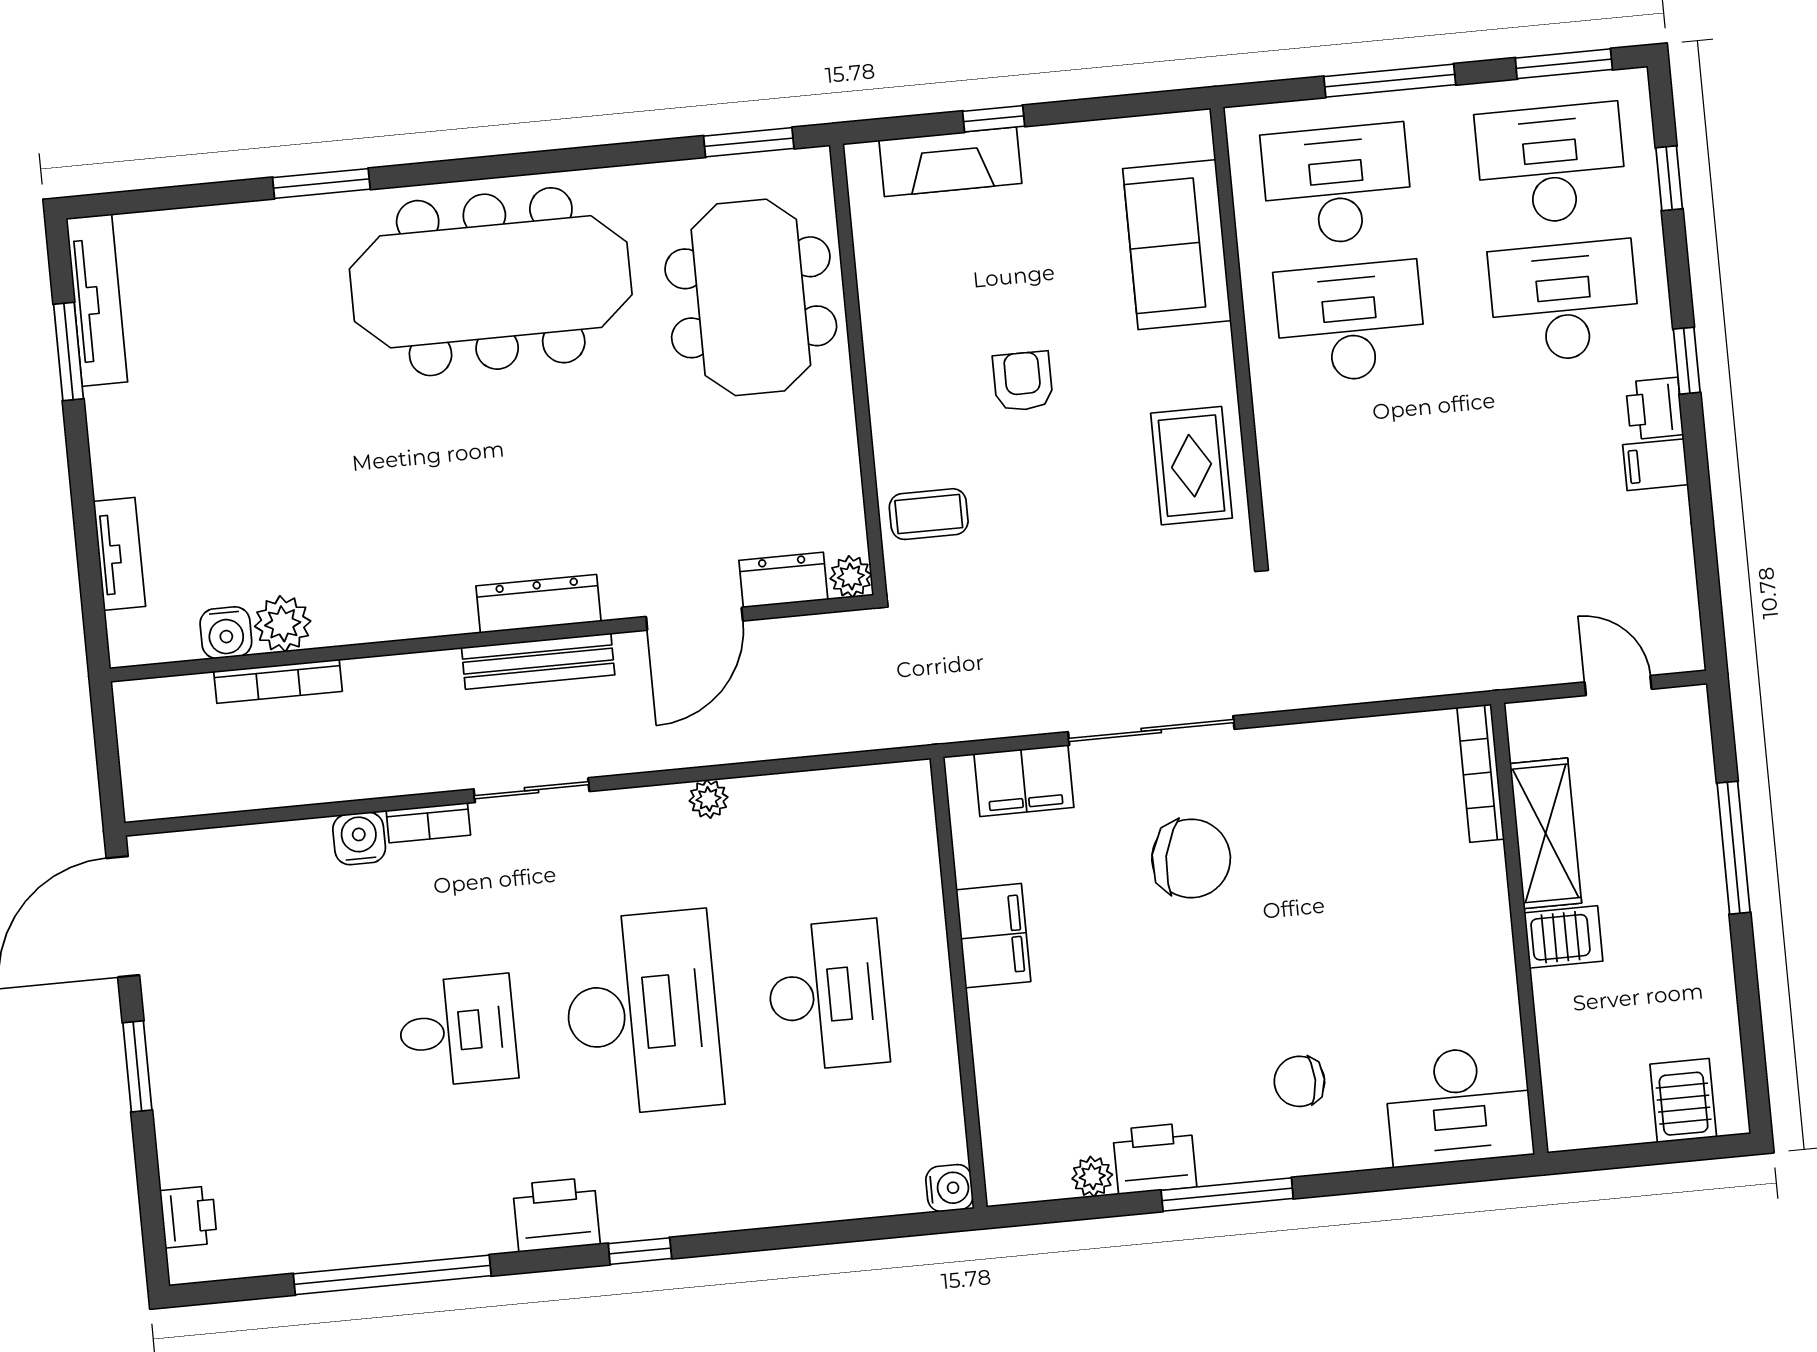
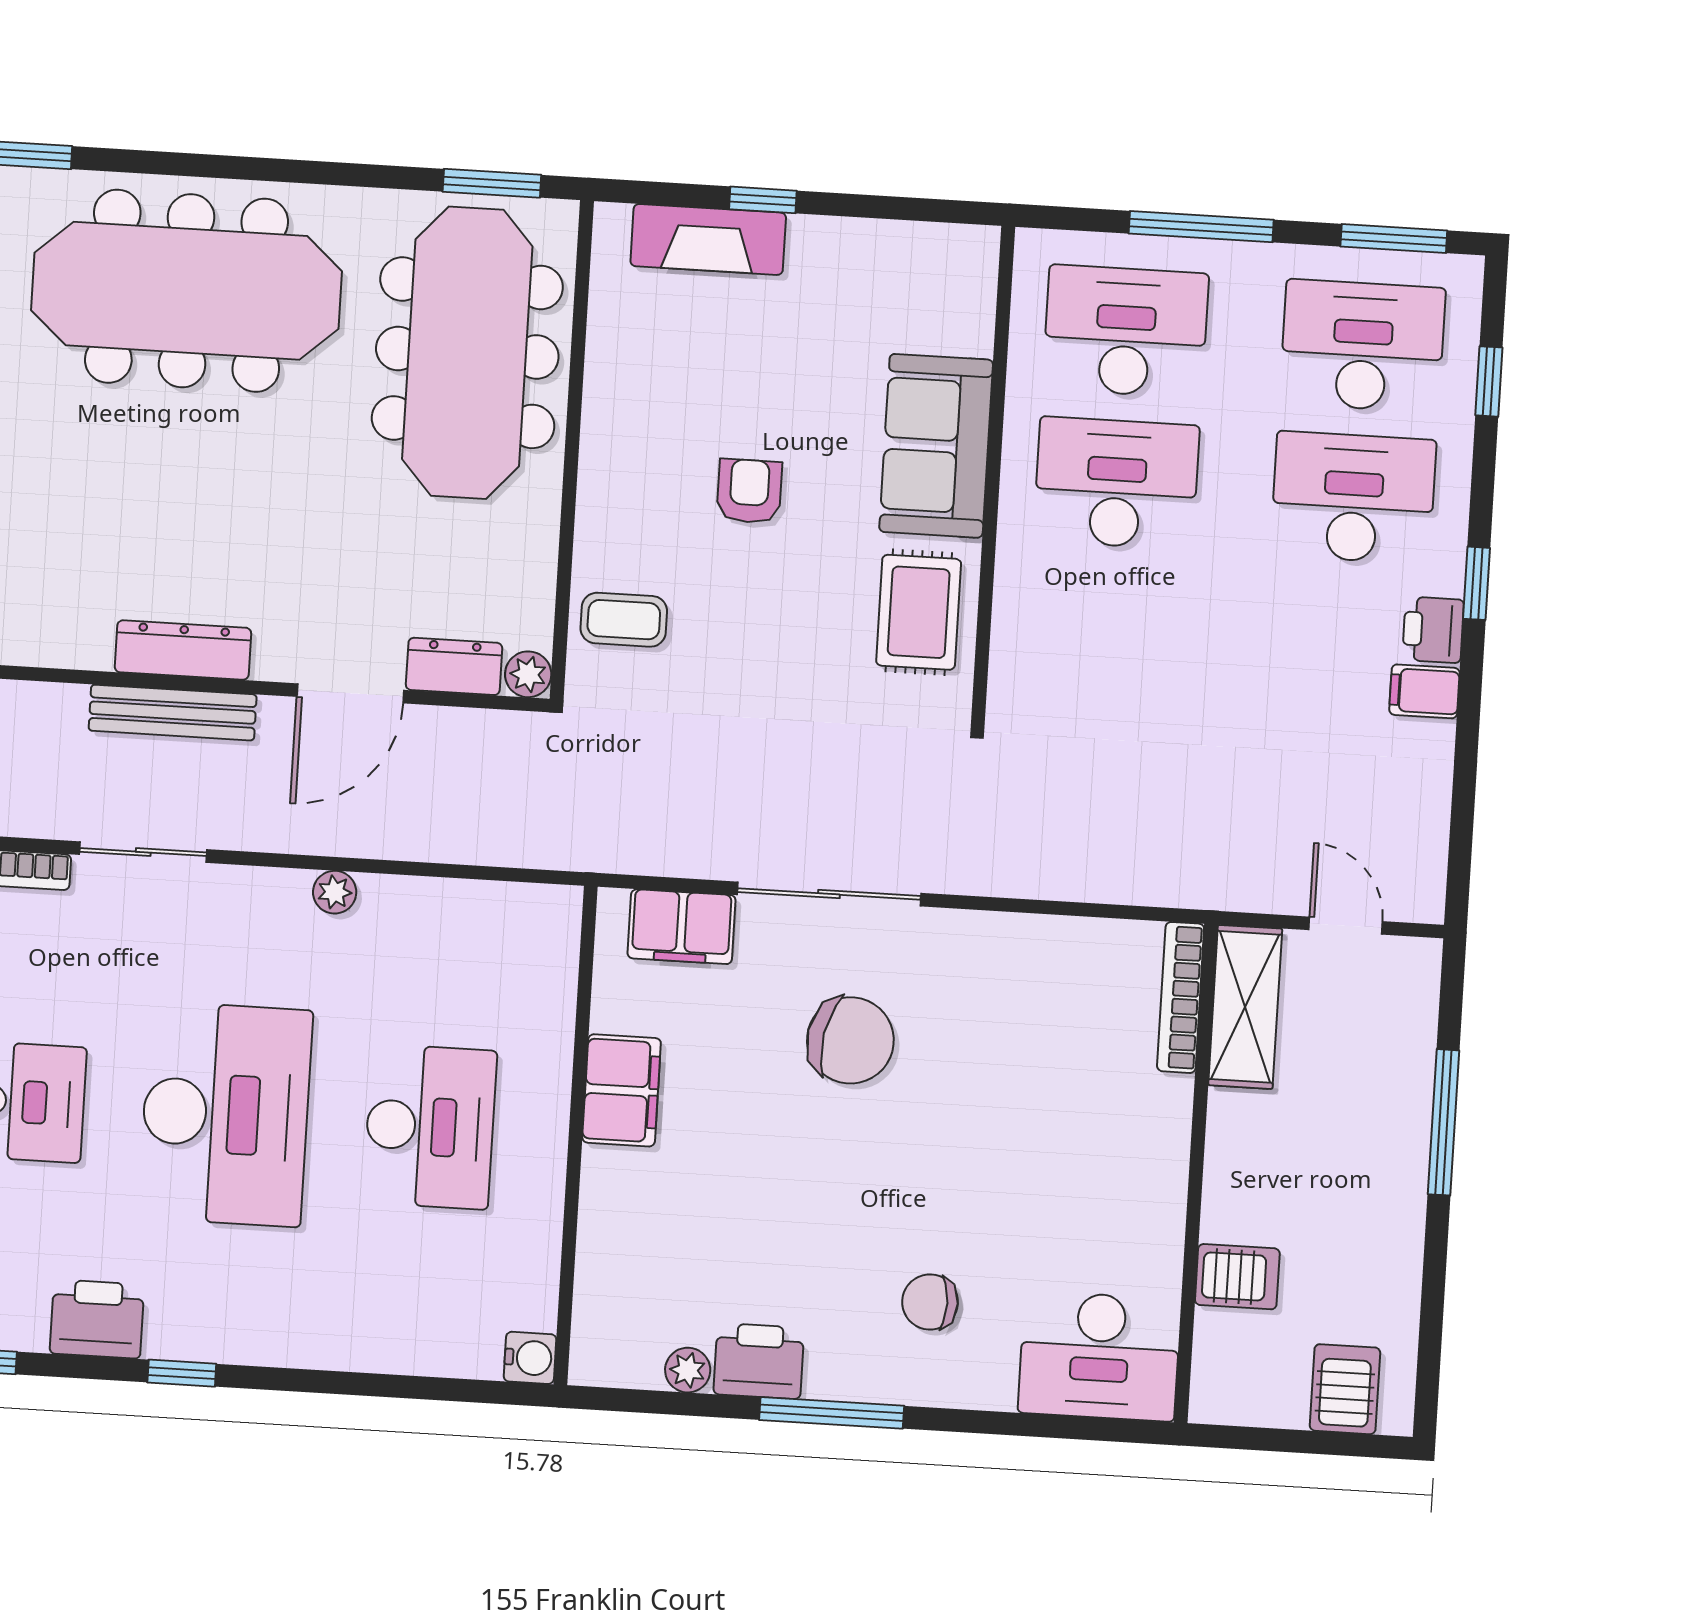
sofa: (1177, 245) -> (936, 446), moved
meeting table: (751, 297) -> (467, 353), width x1.36
shelving: (1546, 833) -> (1245, 1007), moved
server rack: (1563, 937) -> (1237, 1277), moved

